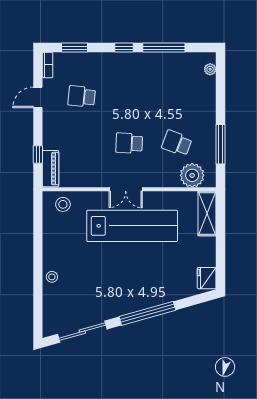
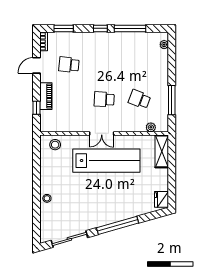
piano: (51, 169) -> (46, 96), moved
plant: (192, 175) -> (151, 127), width x0.53, depth x0.53

